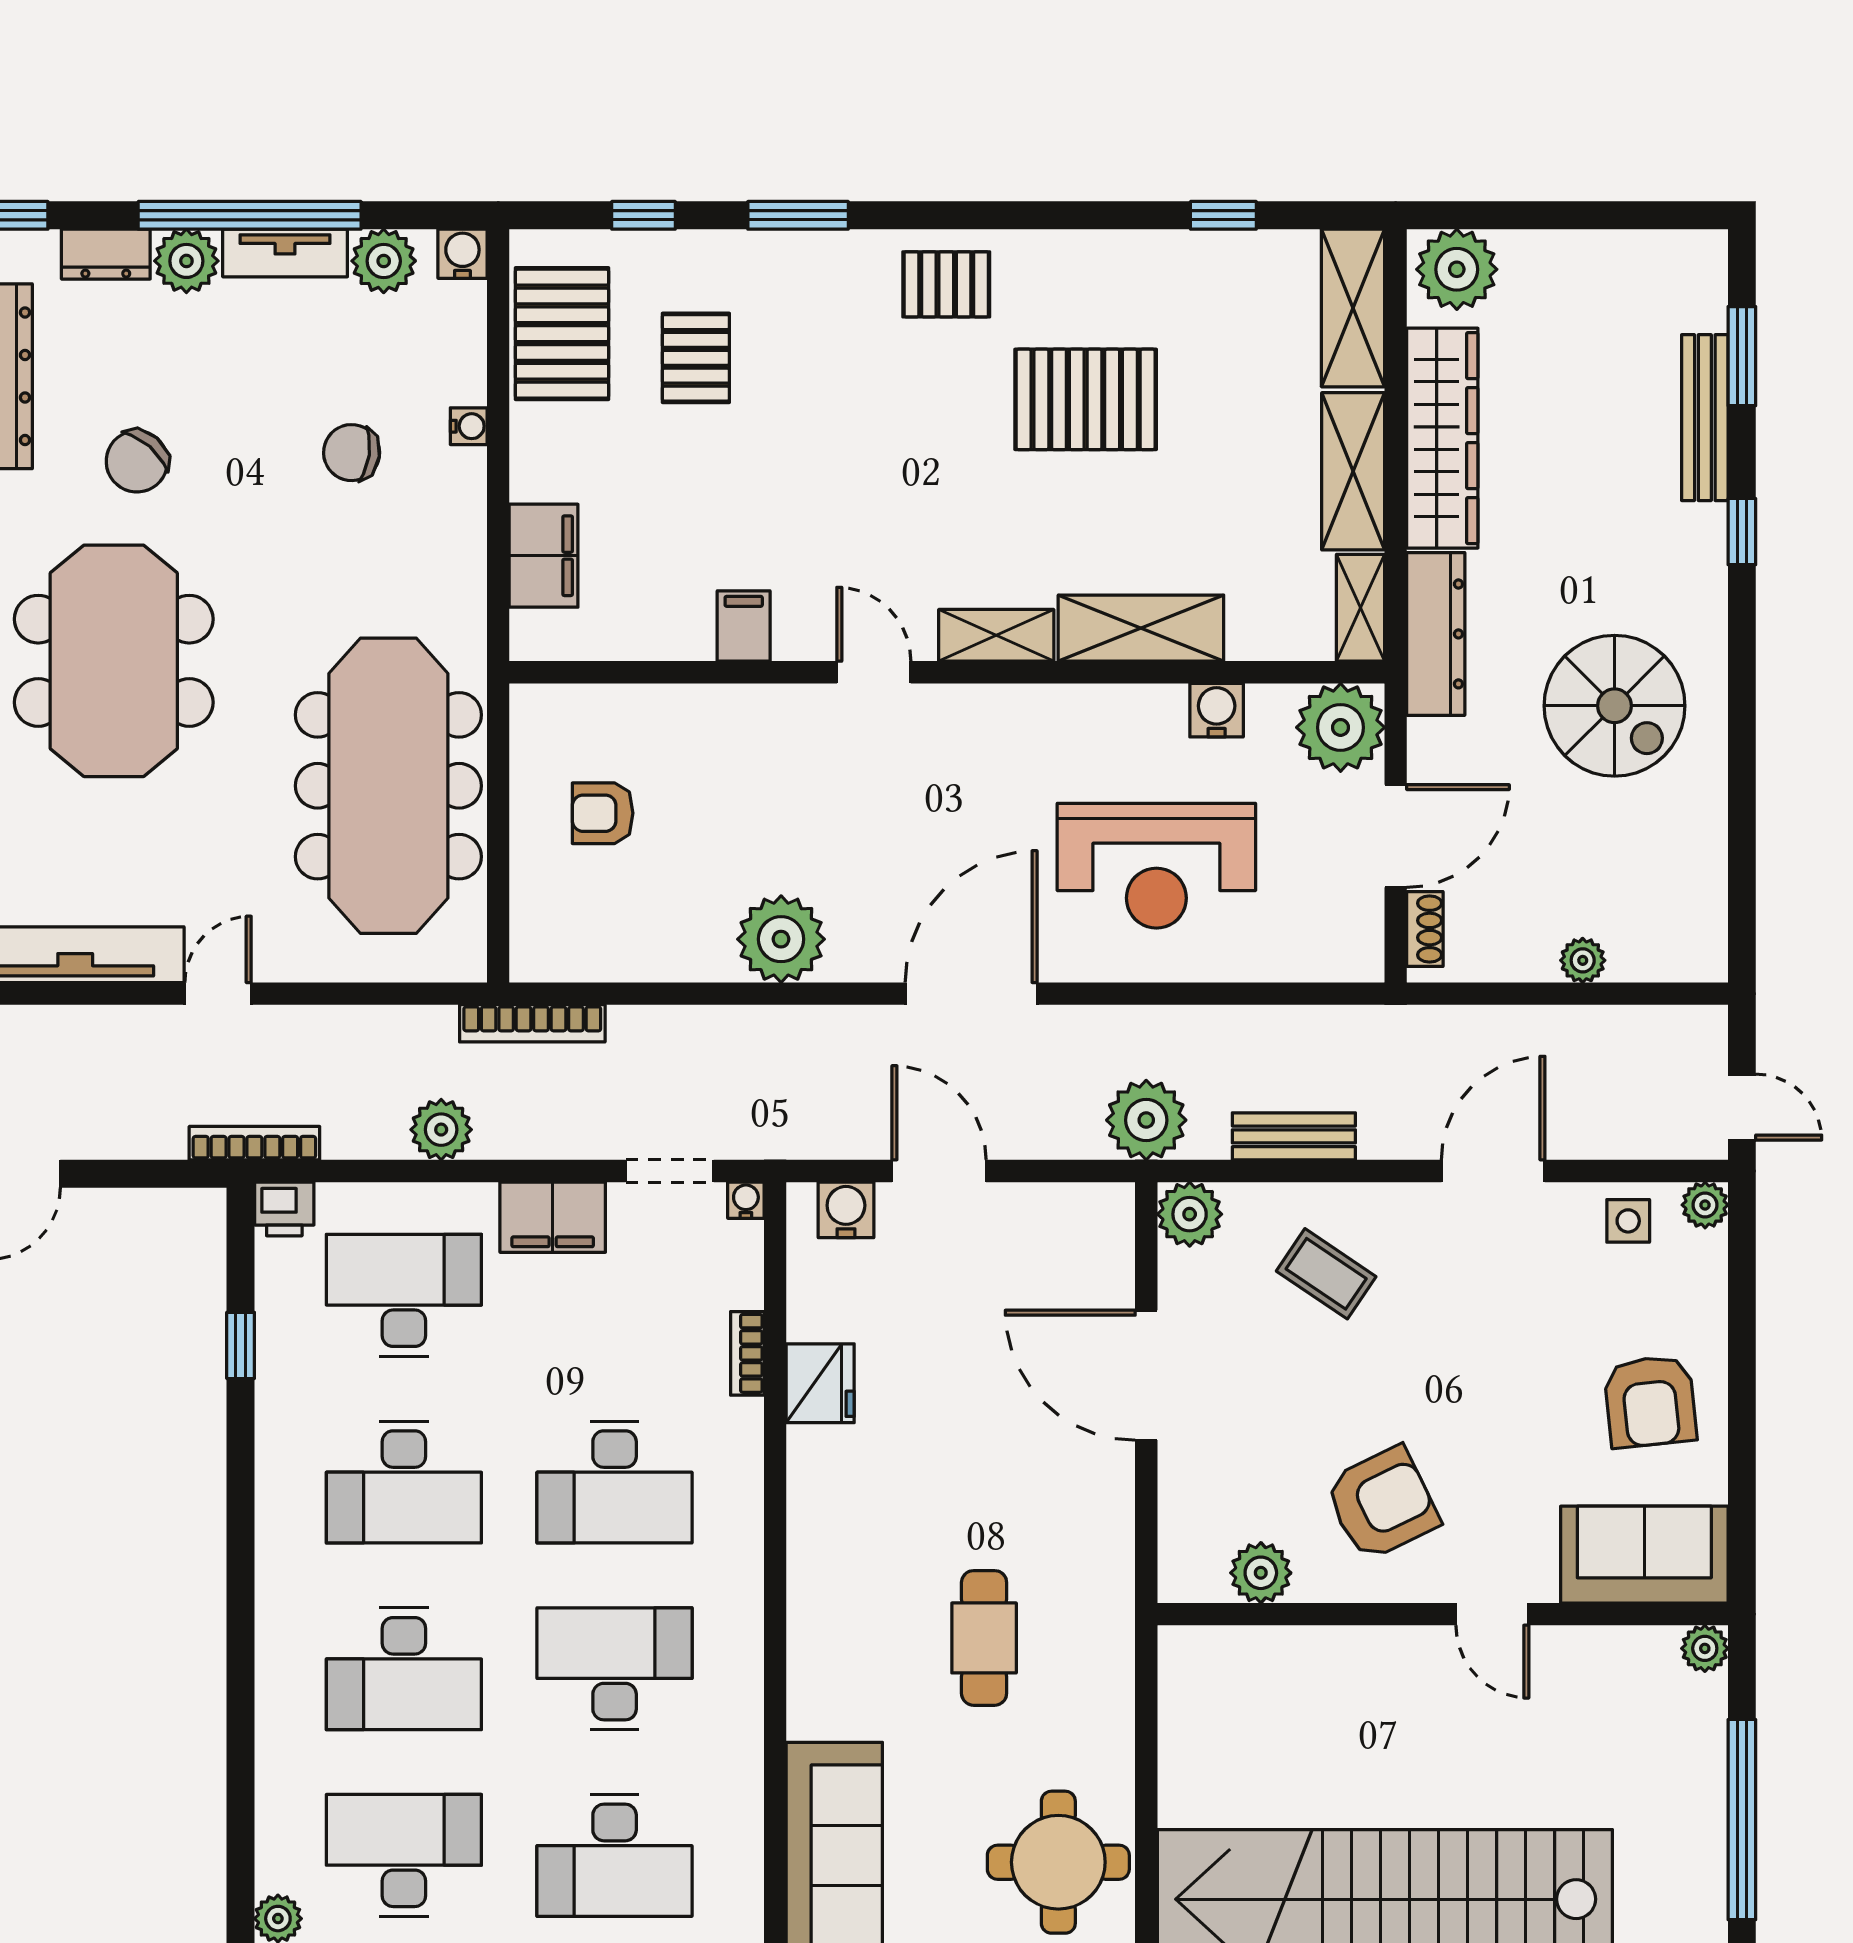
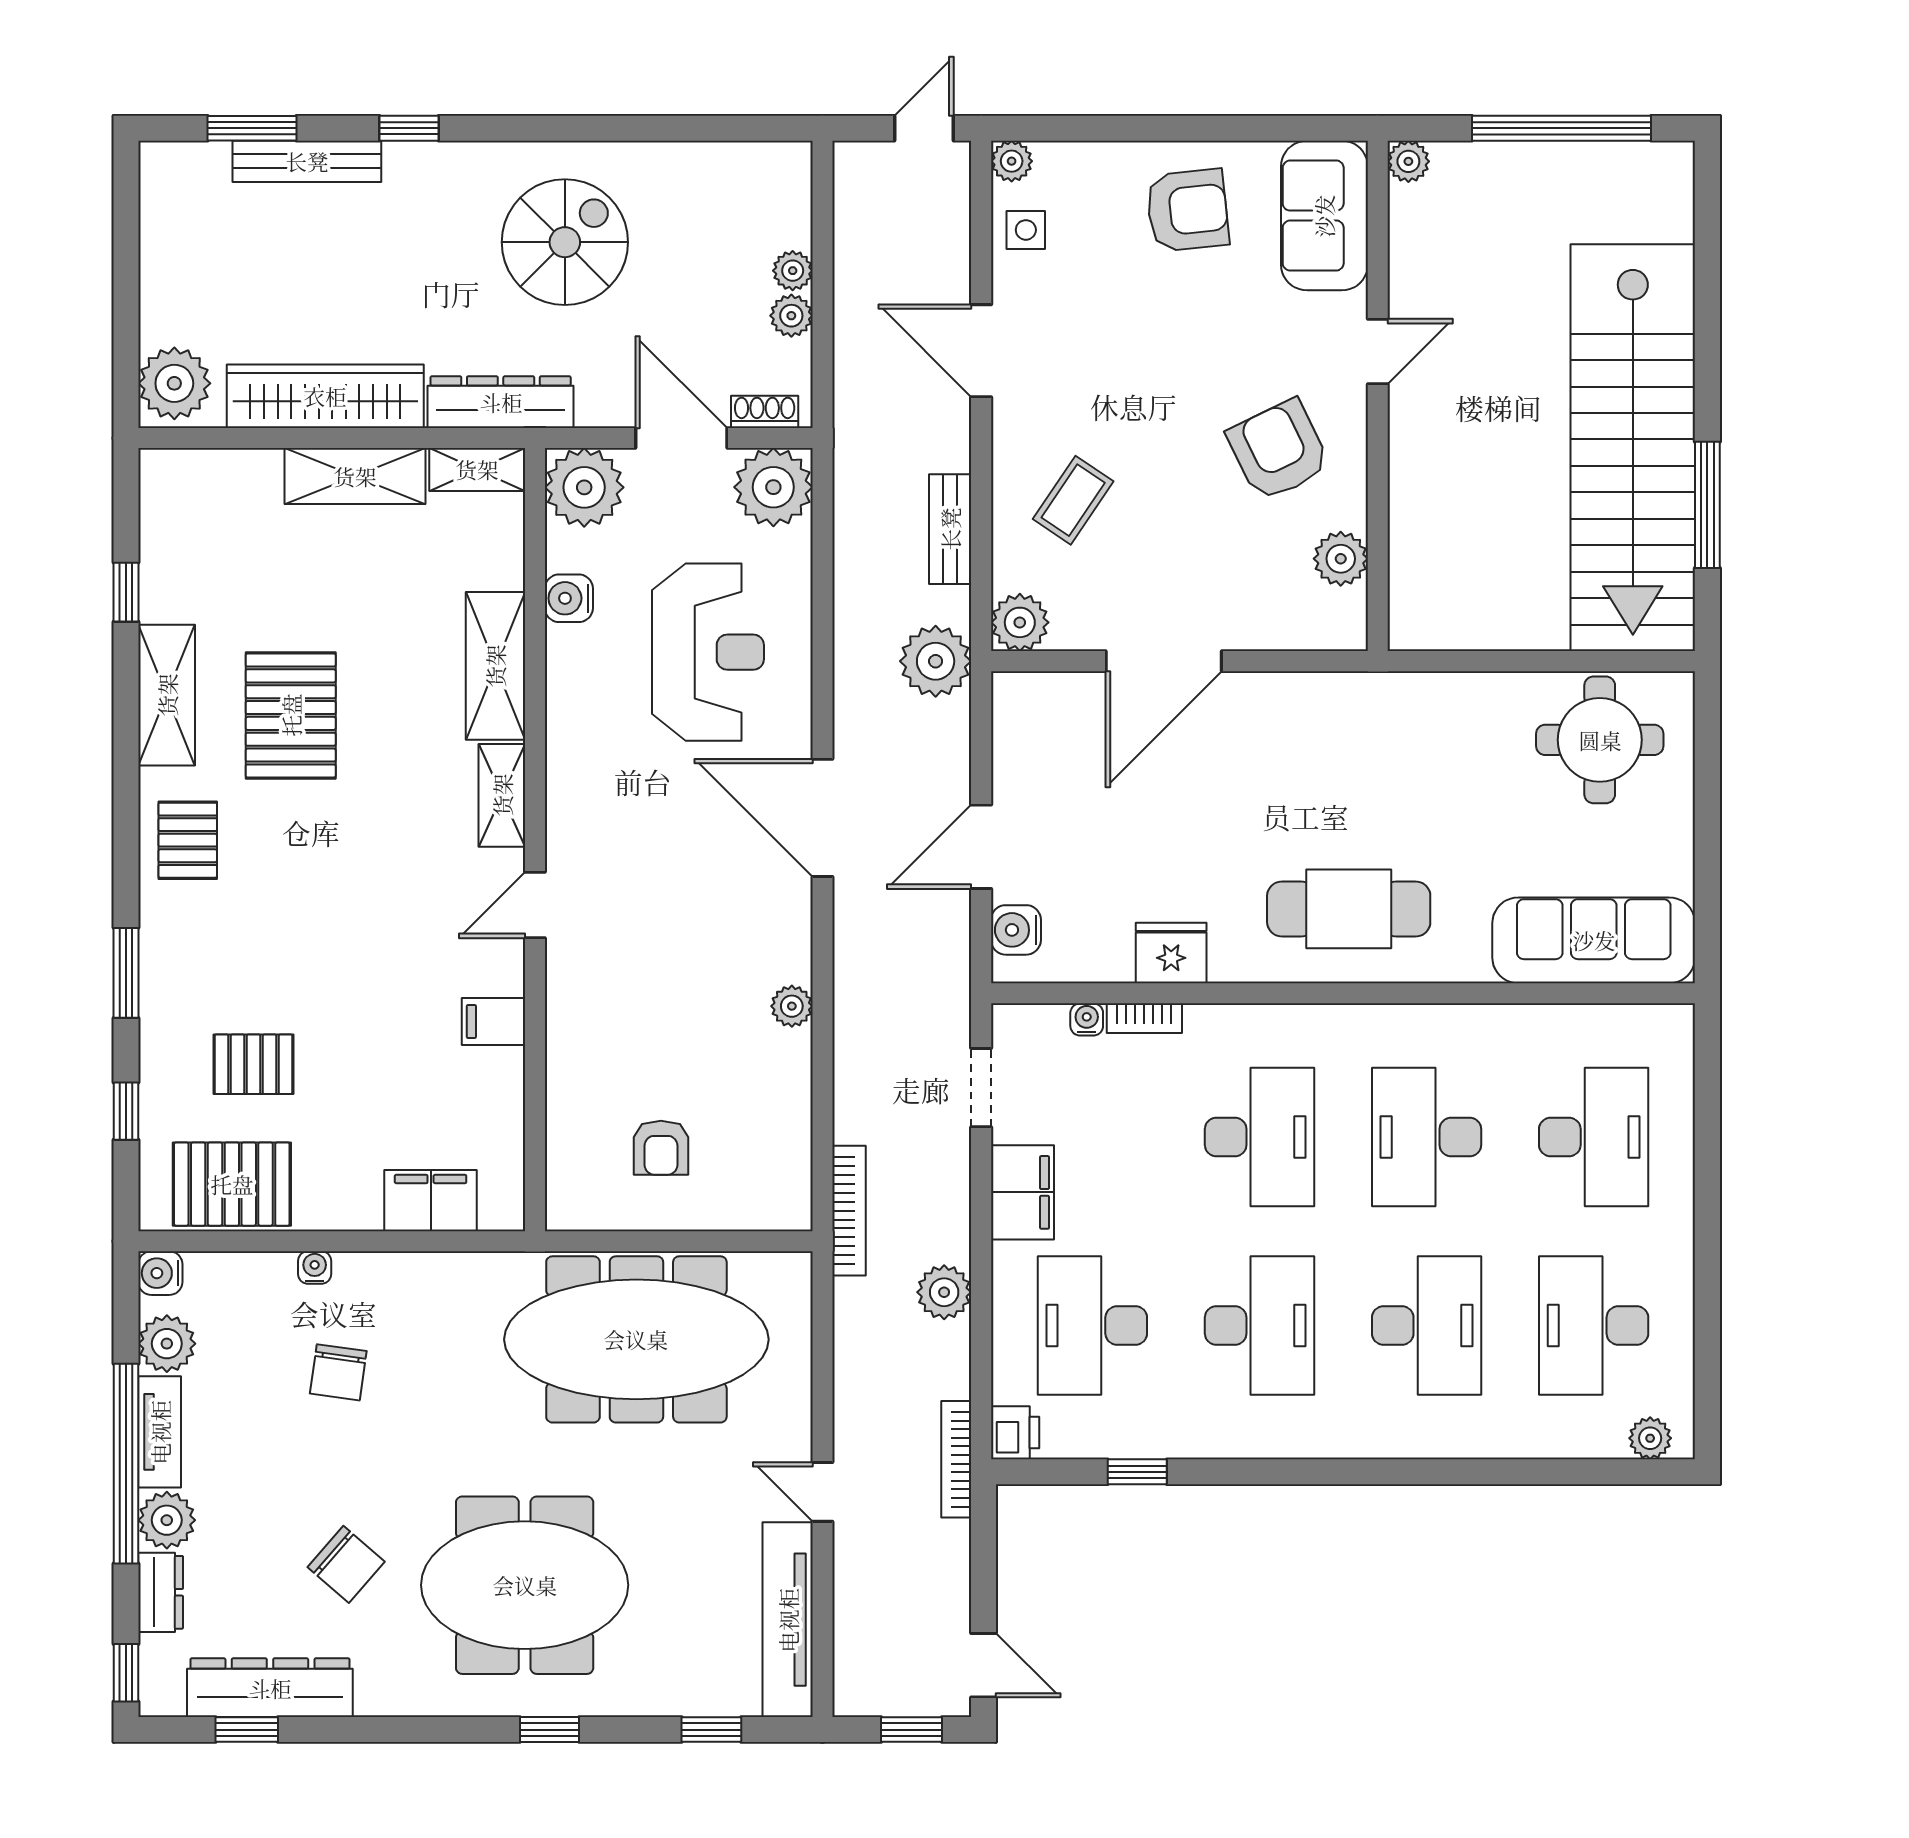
shelving: (1353, 308) -> (167, 695), moved, turned 90
plant: (781, 939) -> (792, 1006), width x0.53, depth x0.53
plant: (1341, 939) -> (773, 487), added
plant: (1532, 959) -> (791, 316), added
water cooler: (746, 1200) -> (1087, 1019), moved, turned 90
cafe table: (984, 1638) -> (1349, 909), moved, width x1.37, depth x1.35

